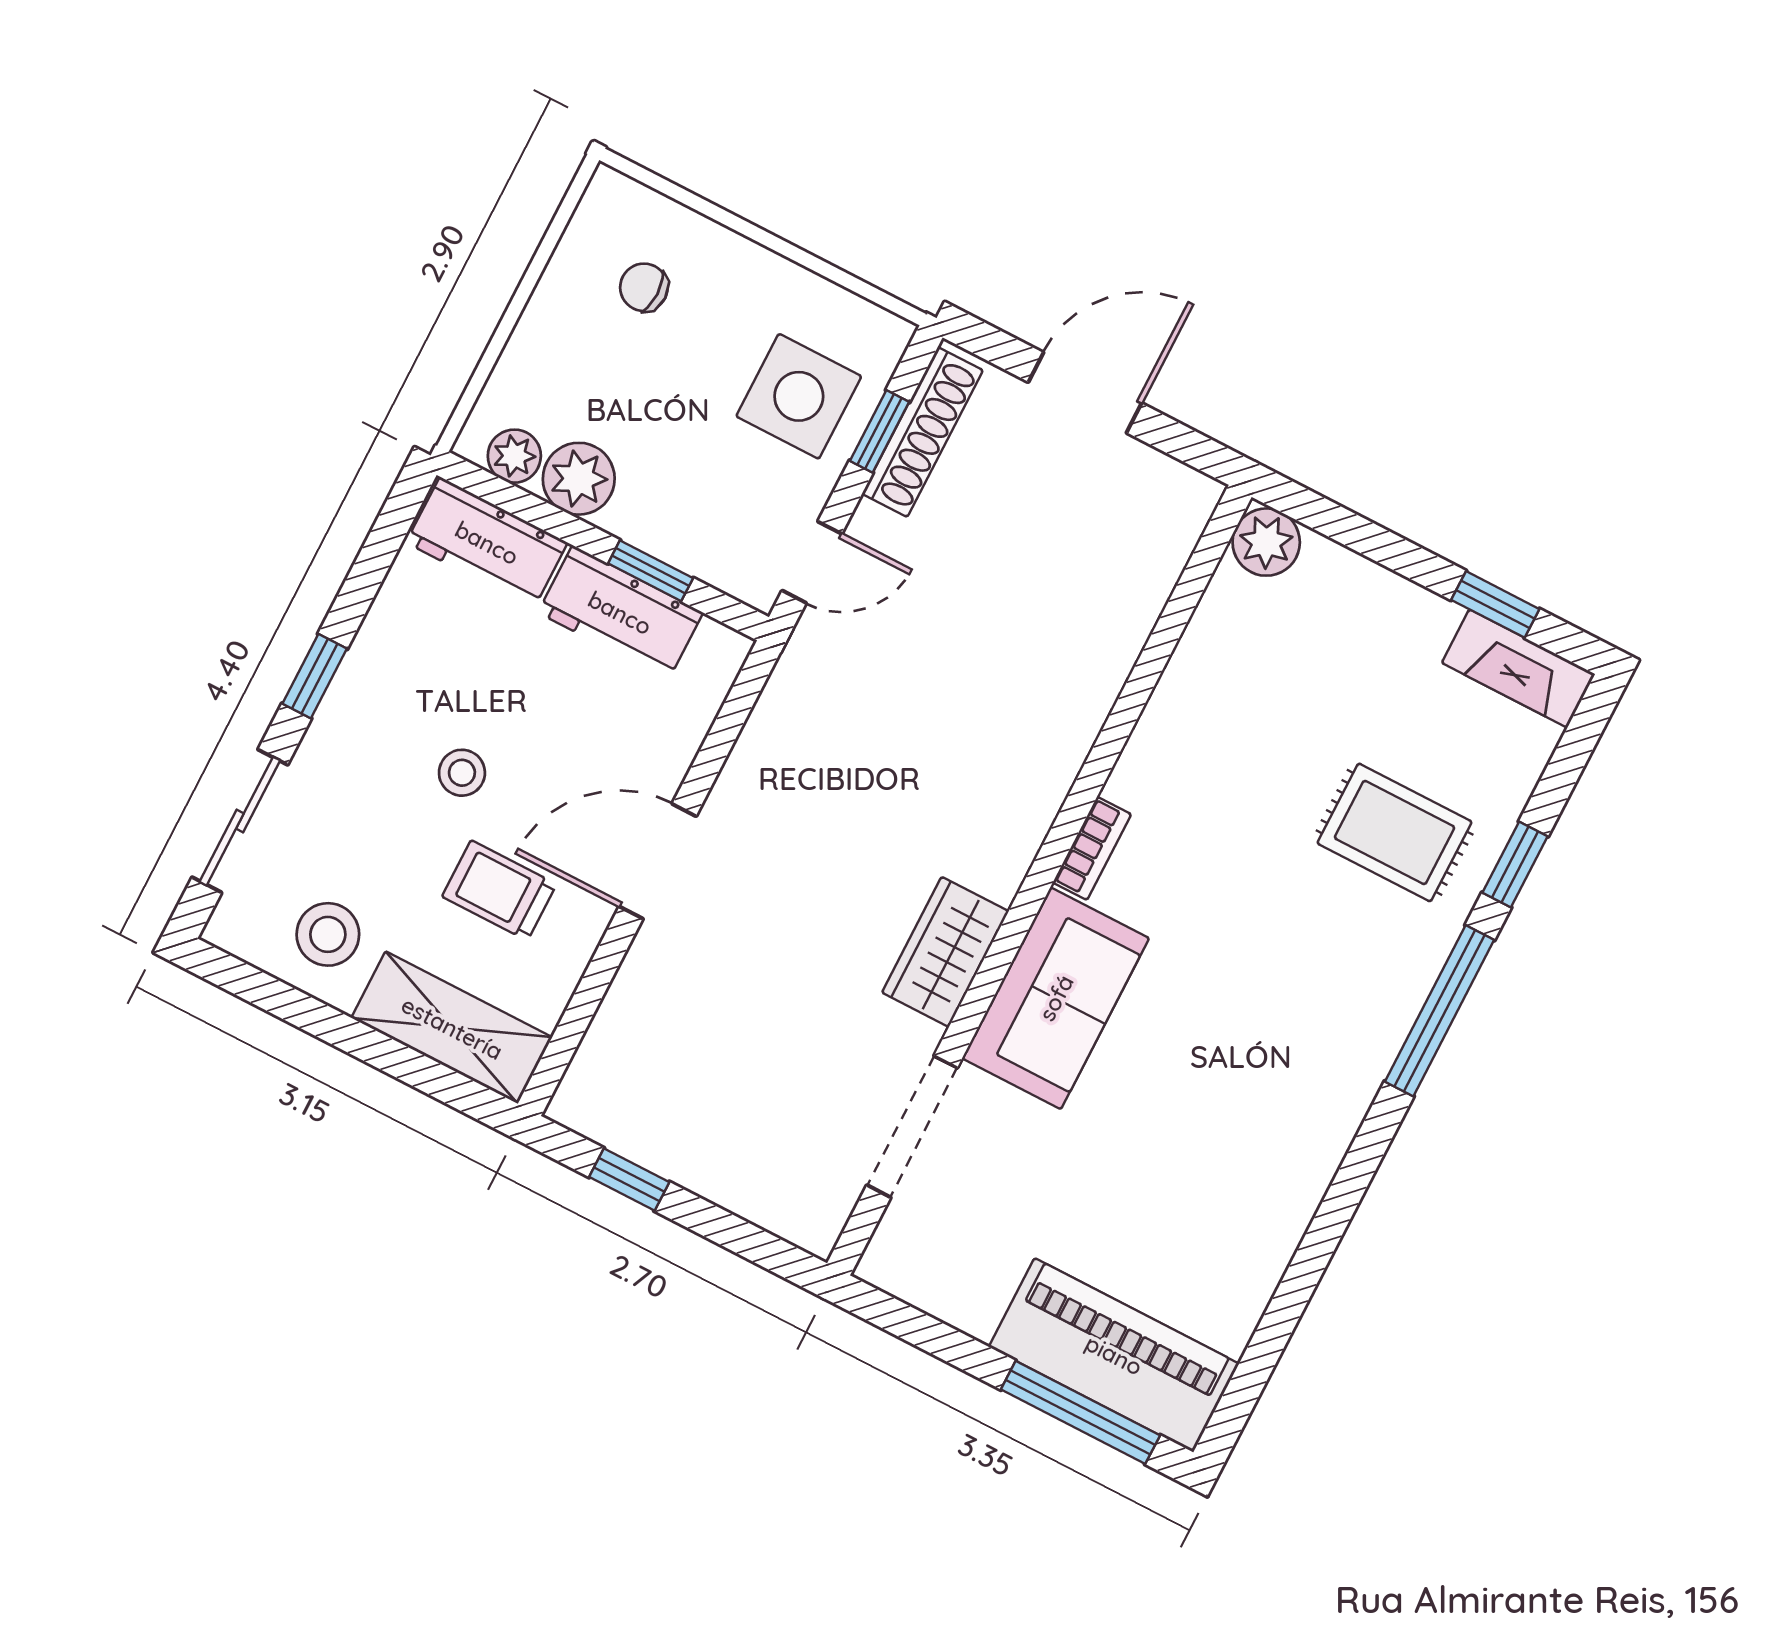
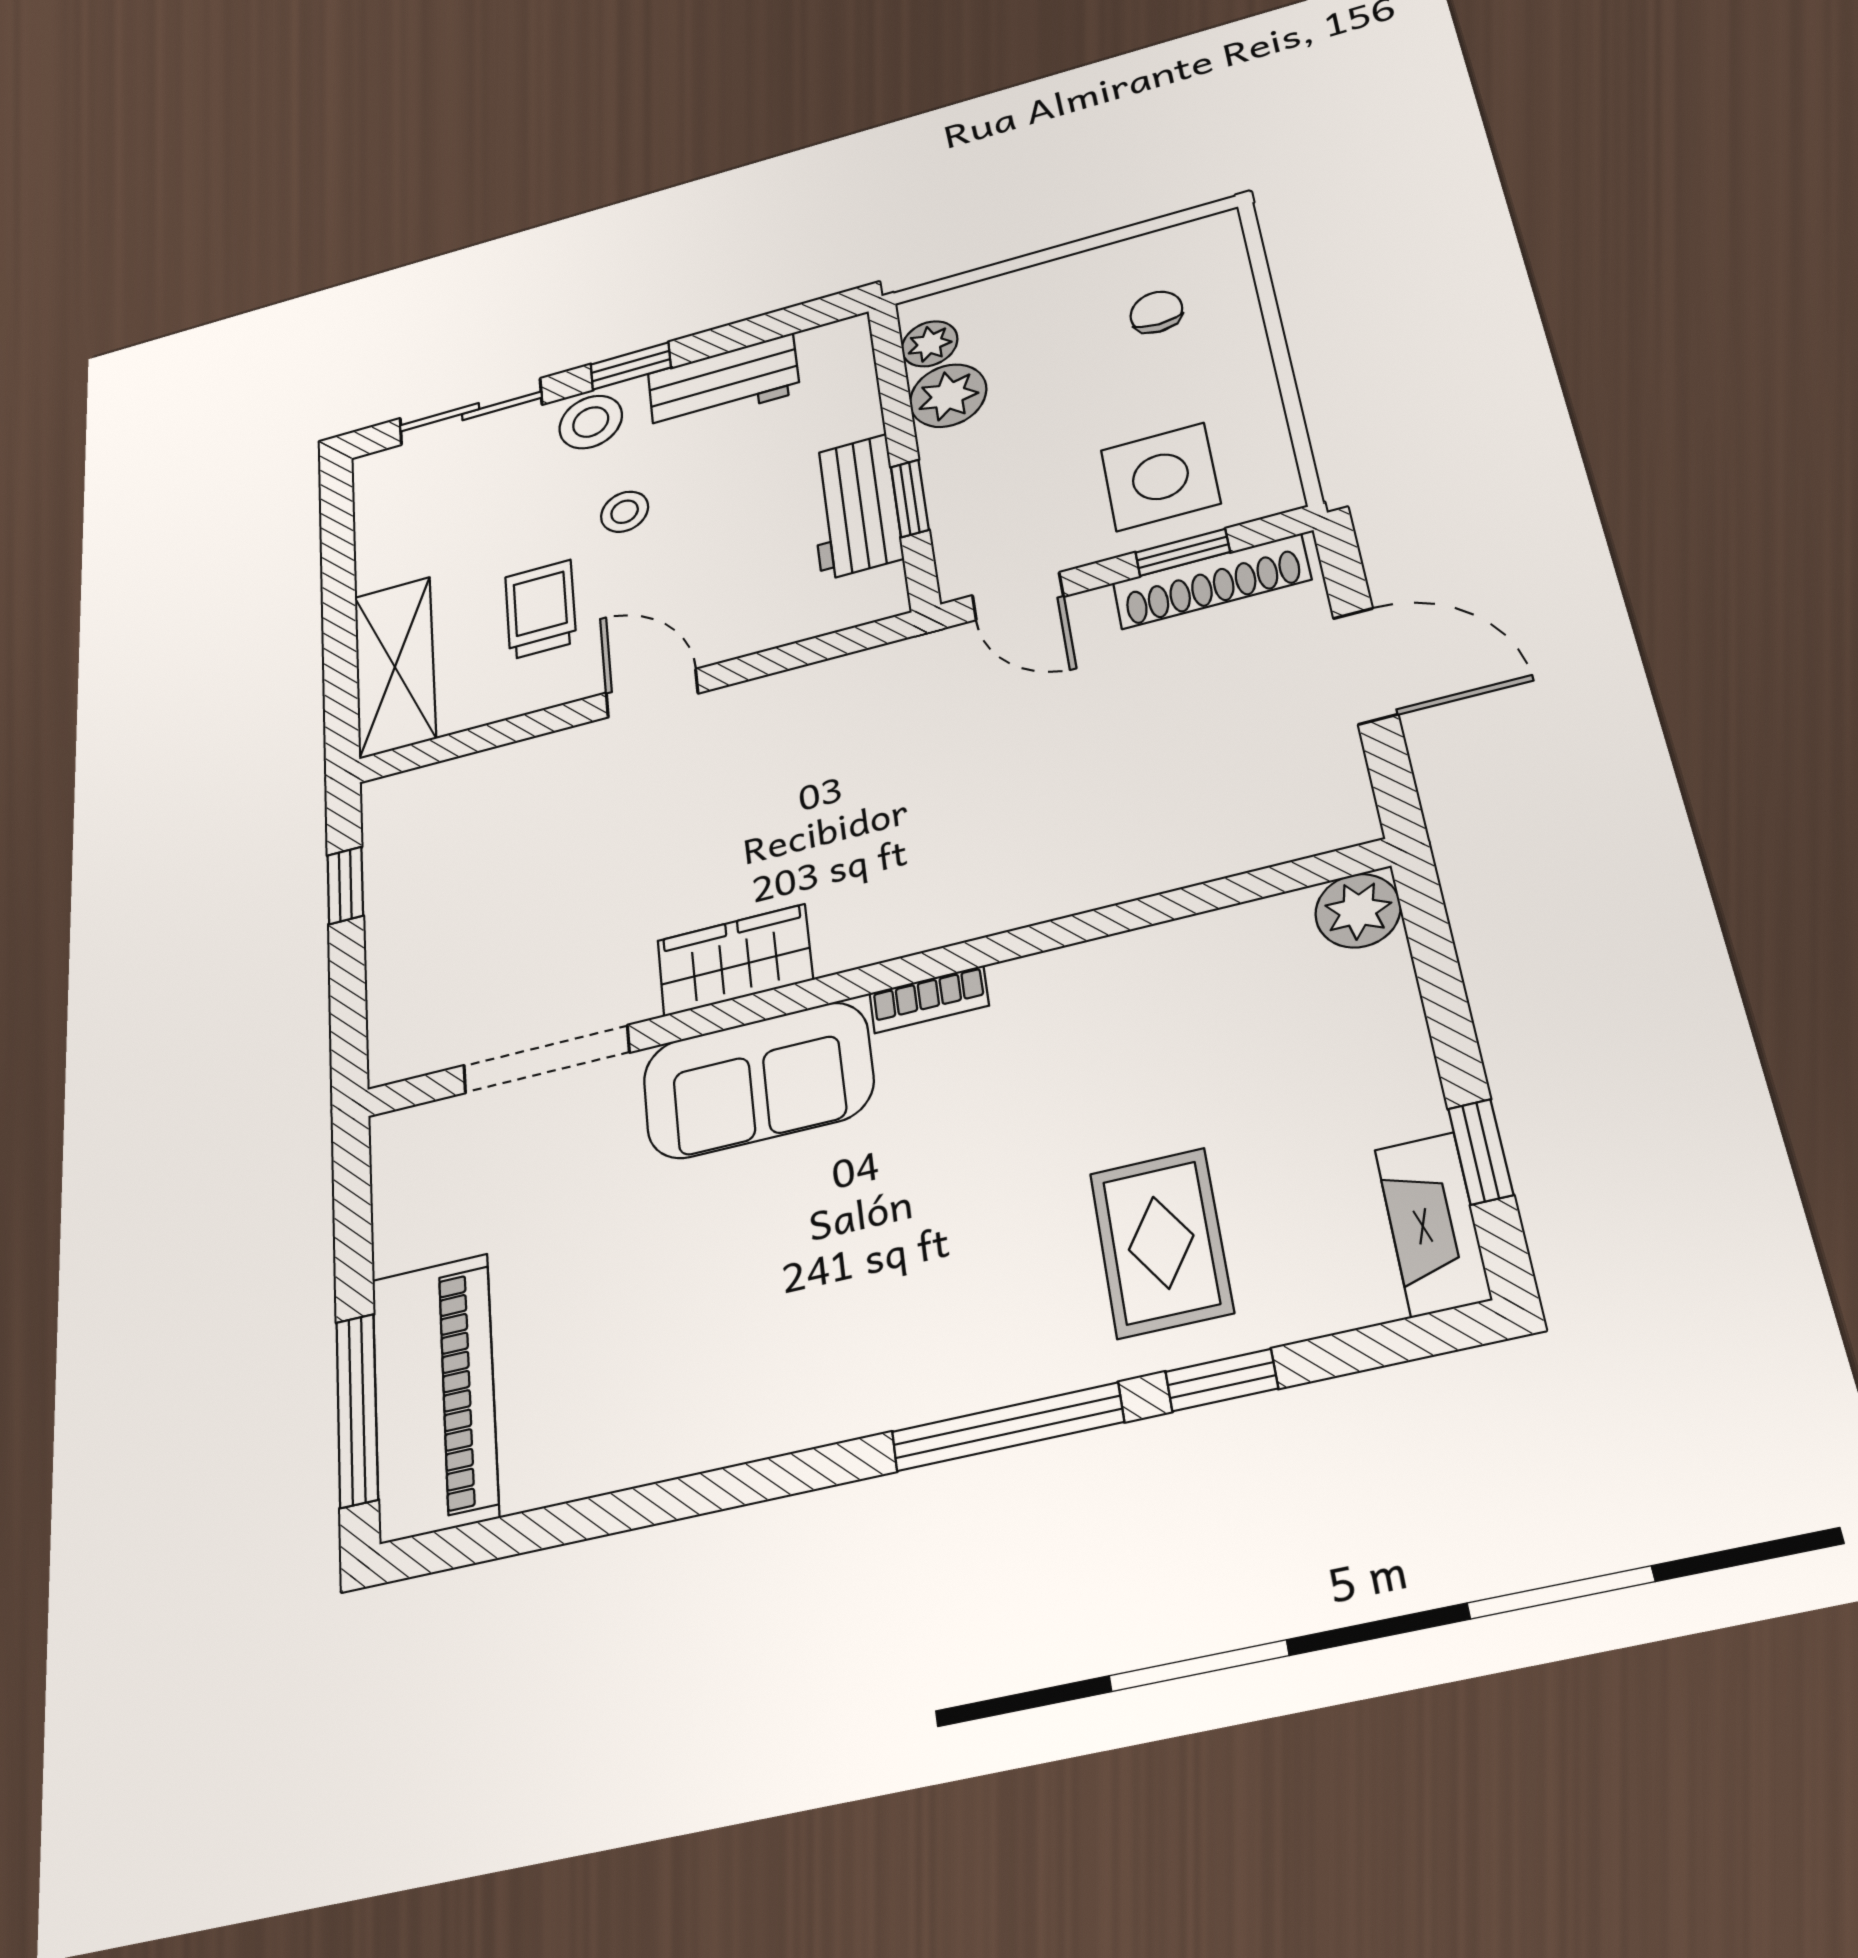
workbench: (487, 543) -> (723, 383), moved, turned -90
door: (658, 861) -> (652, 693), width x0.73
stool: (328, 934) -> (591, 422), moved

